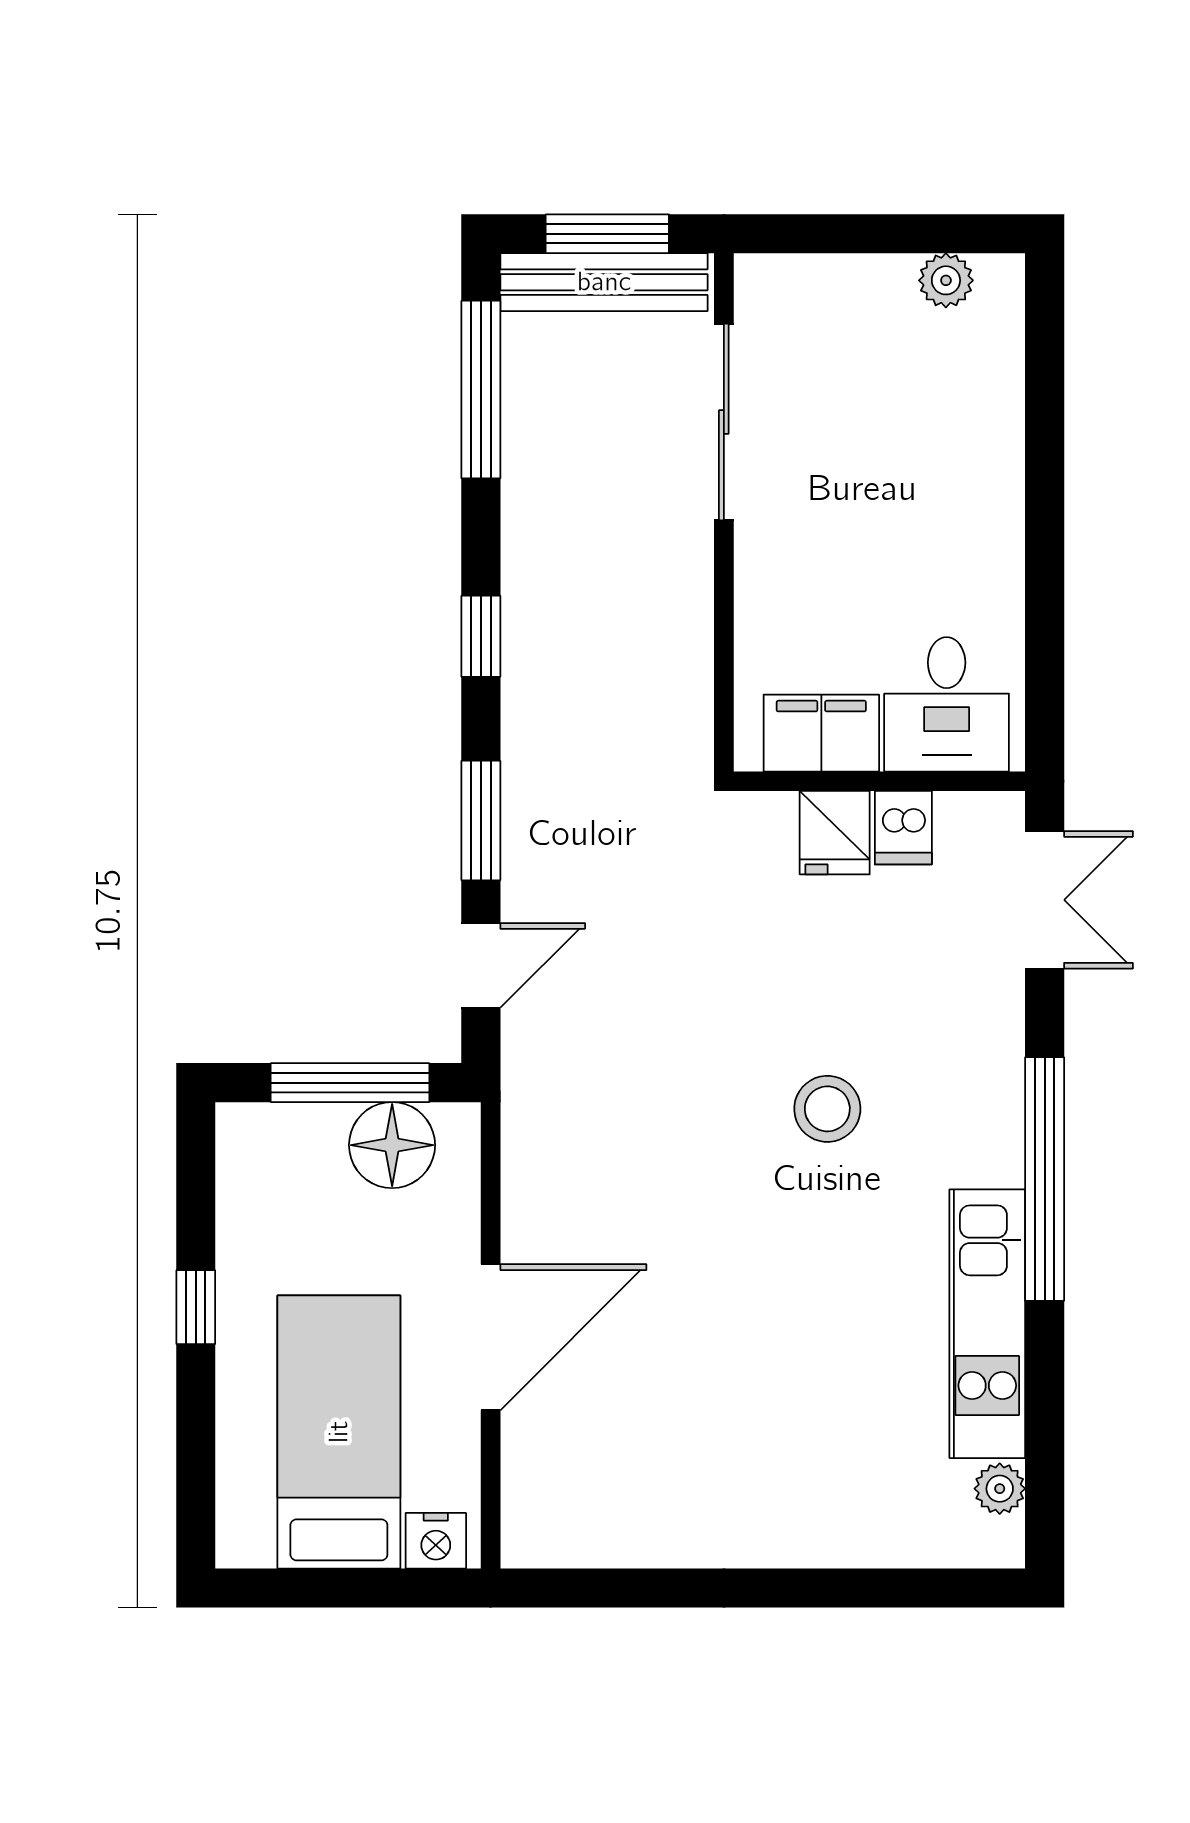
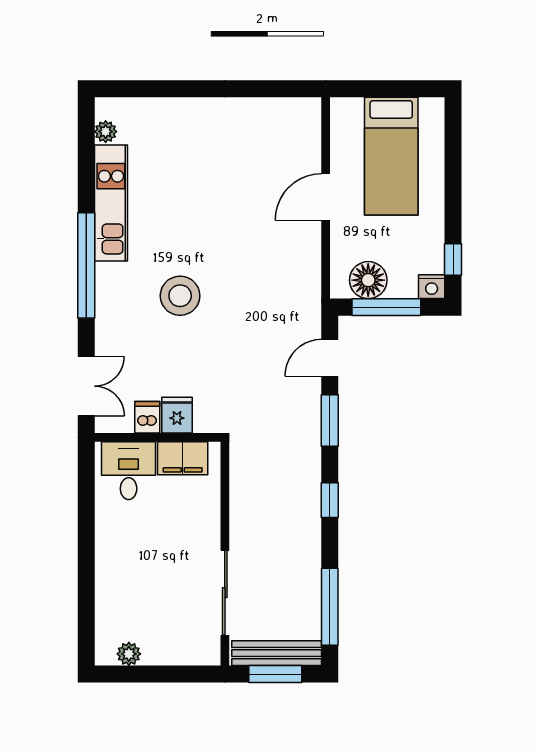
double door: (1045, 900) -> (86, 386), swing flipped
stool: (827, 1109) -> (180, 296), width x1.38, depth x1.38
window: (196, 1307) -> (453, 259), moved
door: (491, 1337) -> (326, 197), width x0.73
nightstand: (436, 1541) -> (432, 287), moved, turned 180

